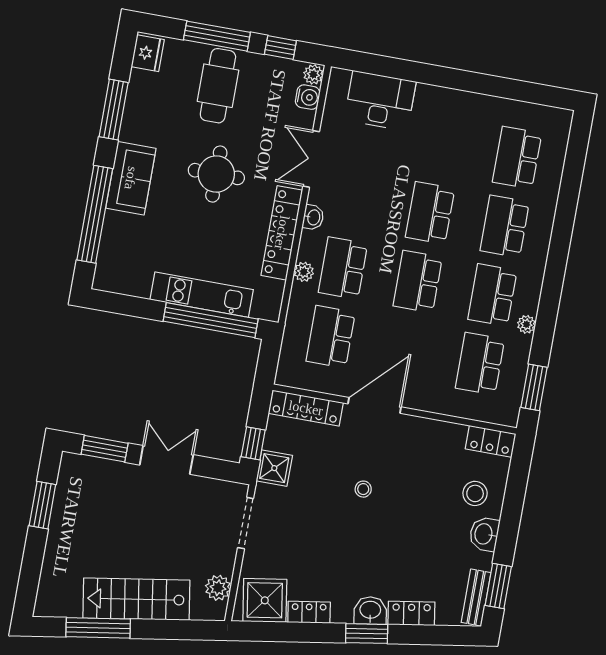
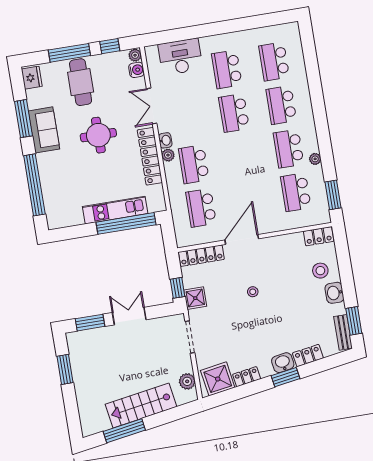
sofa: (131, 178) -> (44, 130), moved
plant: (304, 272) -> (168, 155), moved
school desk: (418, 282) -> (227, 69), moved

